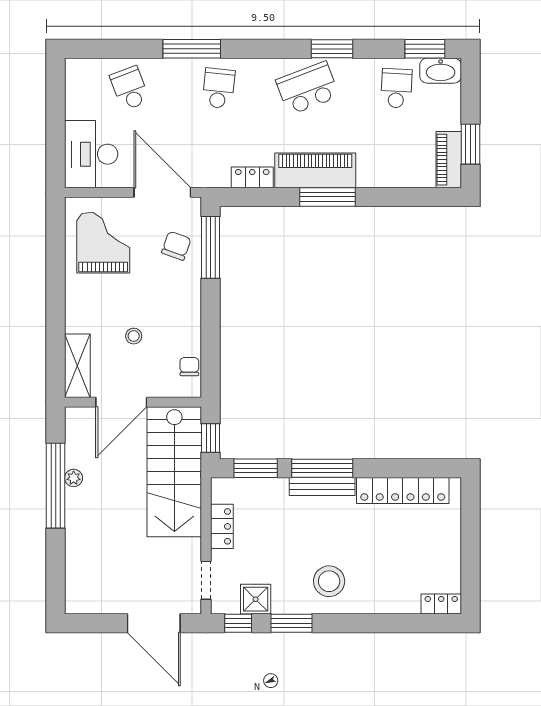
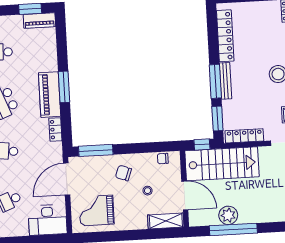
chair: (176, 246) -> (123, 173), moved
plant: (74, 478) -> (228, 215), width x1.88, depth x1.88
locker: (222, 526) -> (244, 136), width x1.53

